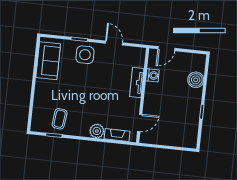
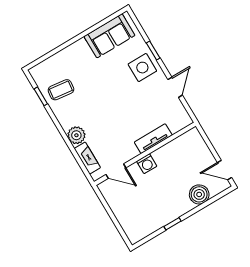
door: (166, 49) -> (224, 170), moved
washing machine: (152, 75) -> (147, 164), moved

